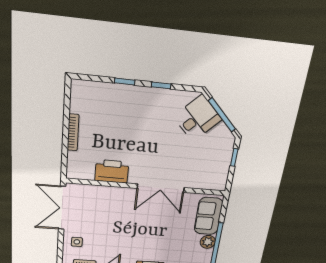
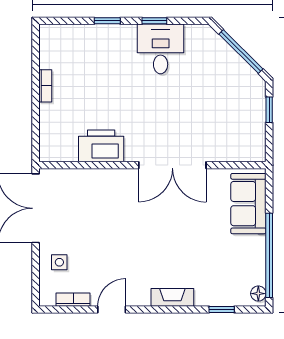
desk: (198, 118) -> (161, 49), moved, turned -45
bookcase: (73, 132) -> (45, 86), width x0.64
plant: (208, 242) -> (255, 247), removed

